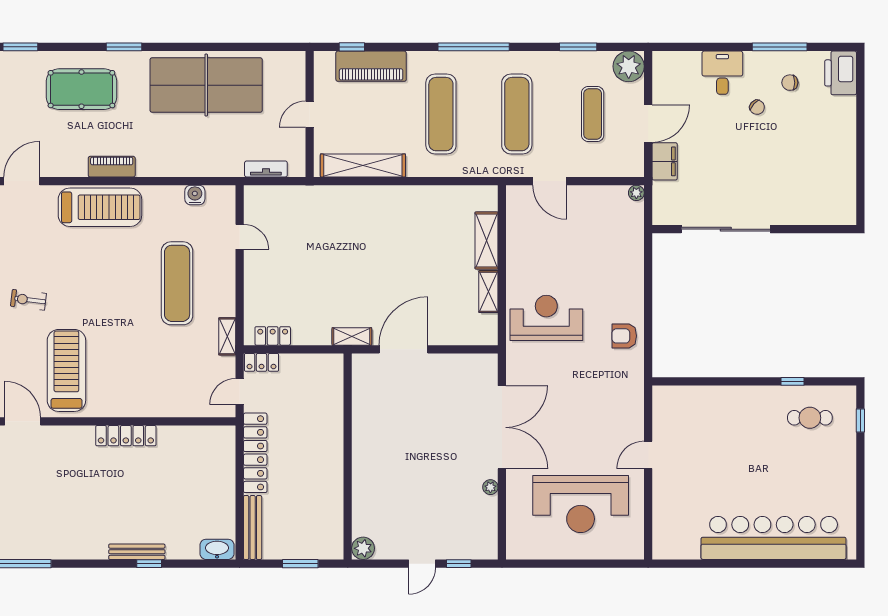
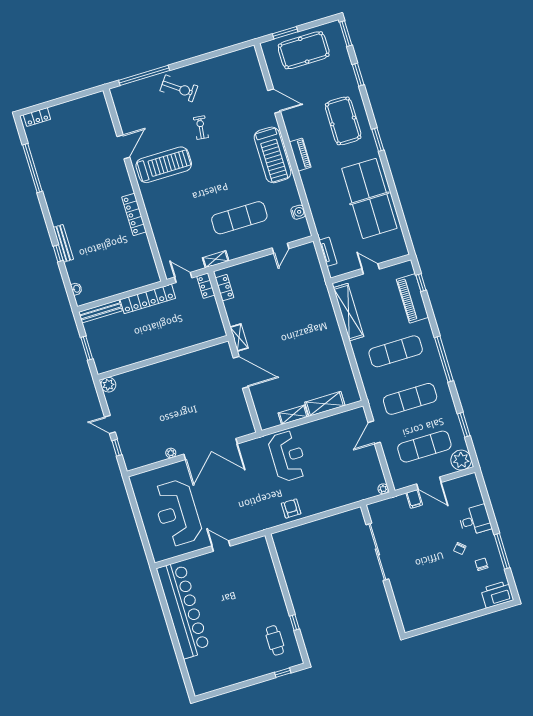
exercise mat: (593, 114) -> (424, 447), width x1.36, depth x1.45
filing cabinet: (665, 161) -> (414, 499), width x0.50
bar counter: (774, 538) -> (183, 610), moved
washbasin: (217, 549) -> (76, 289), width x0.52, depth x0.69

